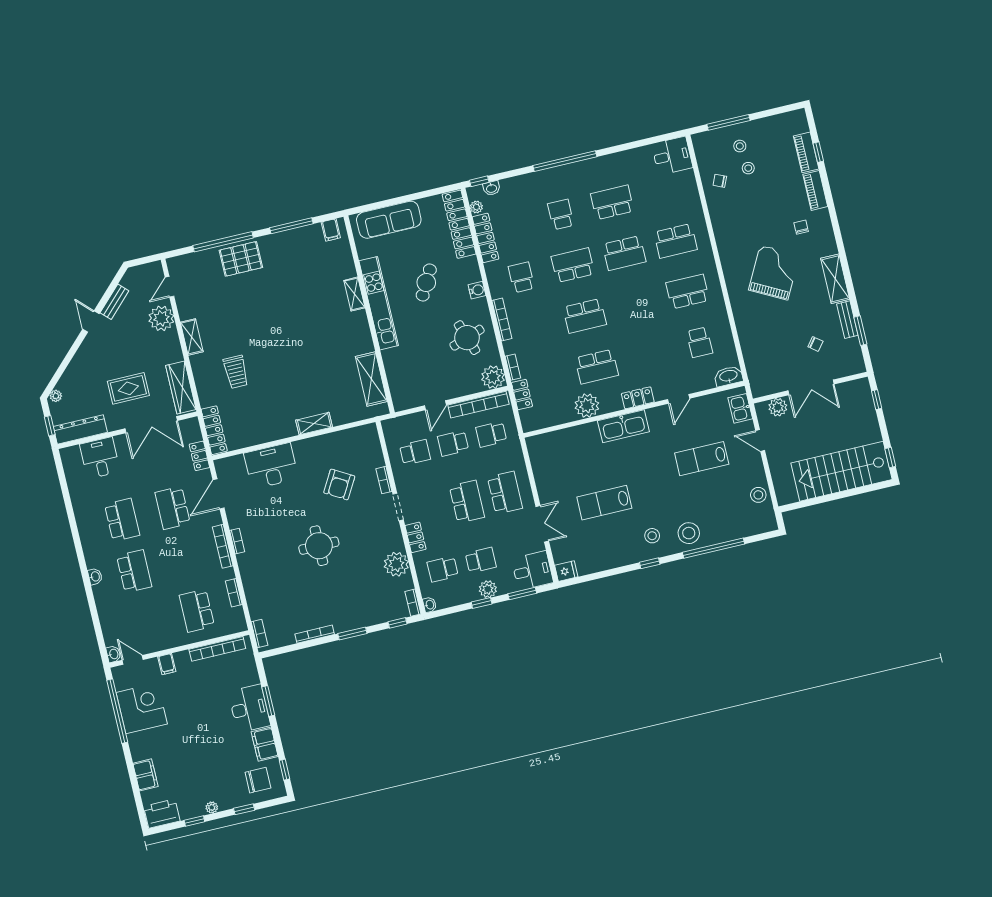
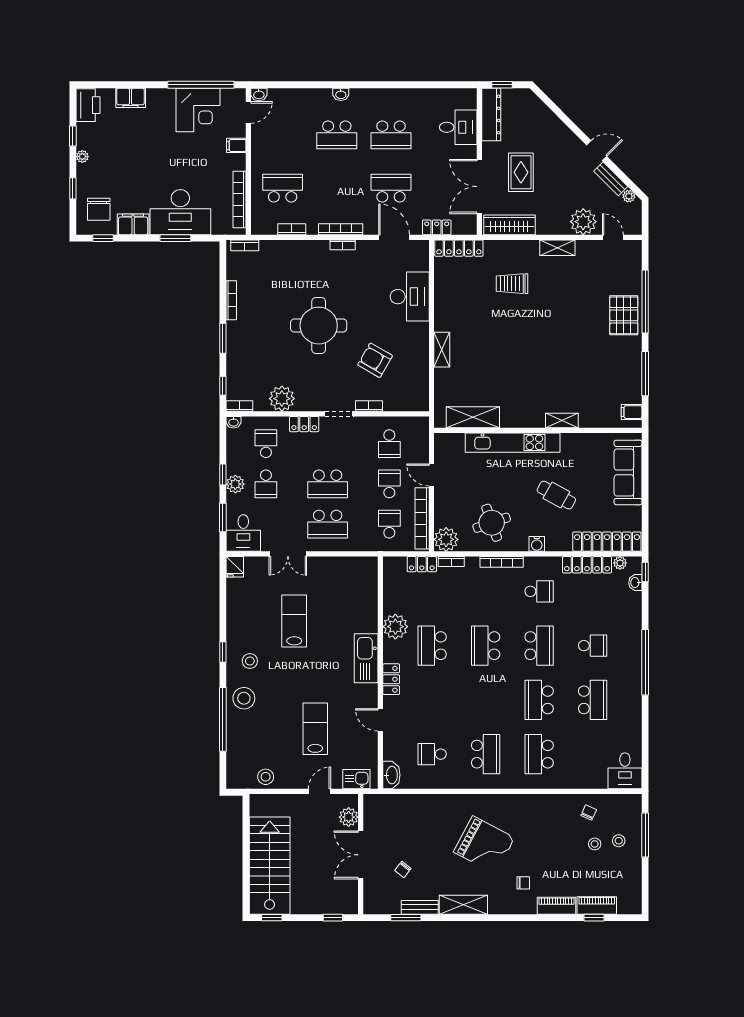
kitchen unit: (379, 303) -> (513, 443), moved
plant: (56, 396) -> (629, 196), moved
round table: (319, 546) -> (319, 326), width x1.36, depth x1.36
desk: (249, 709) -> (180, 212), width x1.36, depth x1.30

